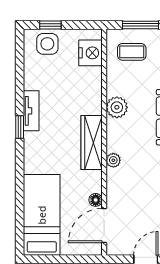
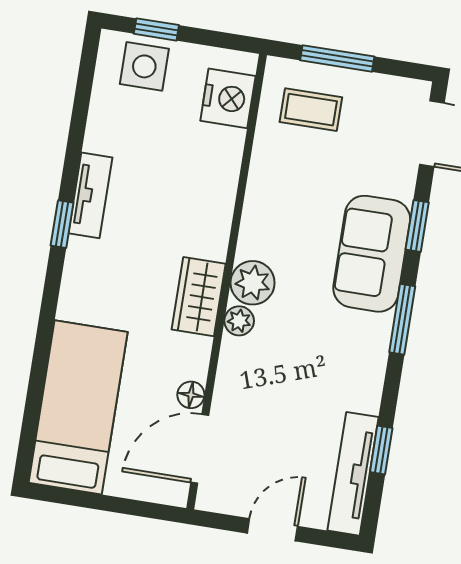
plant: (117, 107) -> (253, 283), moved
wardrobe: (92, 143) -> (199, 297), width x0.67

